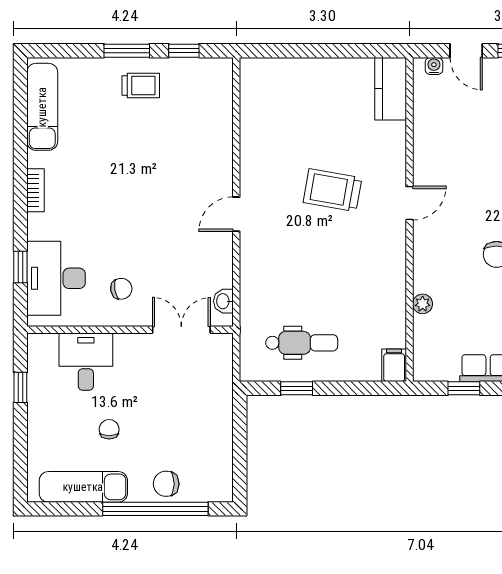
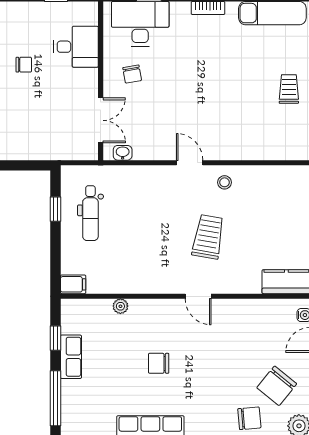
trolley: (141, 86) -> (289, 89), turned 180
stool: (262, 169) -> (225, 182), added

